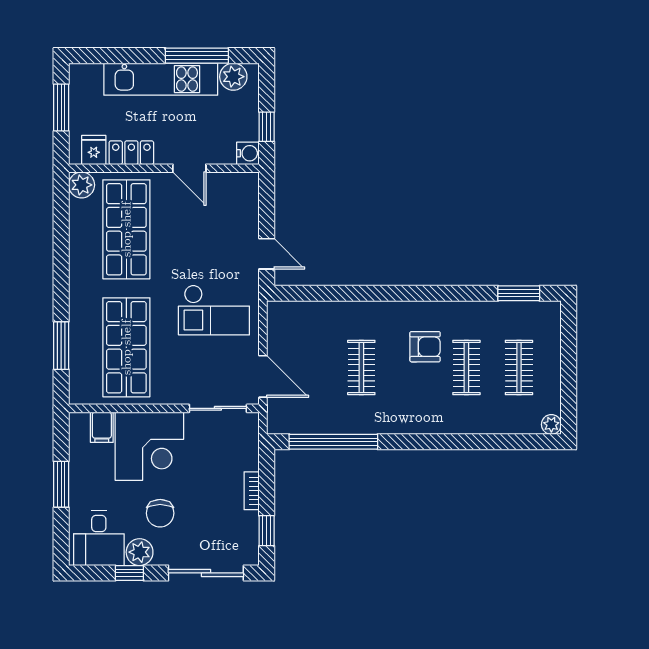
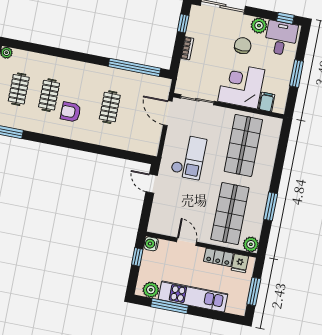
checkout: (214, 310) -> (189, 157), turned 90
window: (61, 346) -> (271, 206), moved
window: (129, 573) -> (285, 18), moved

